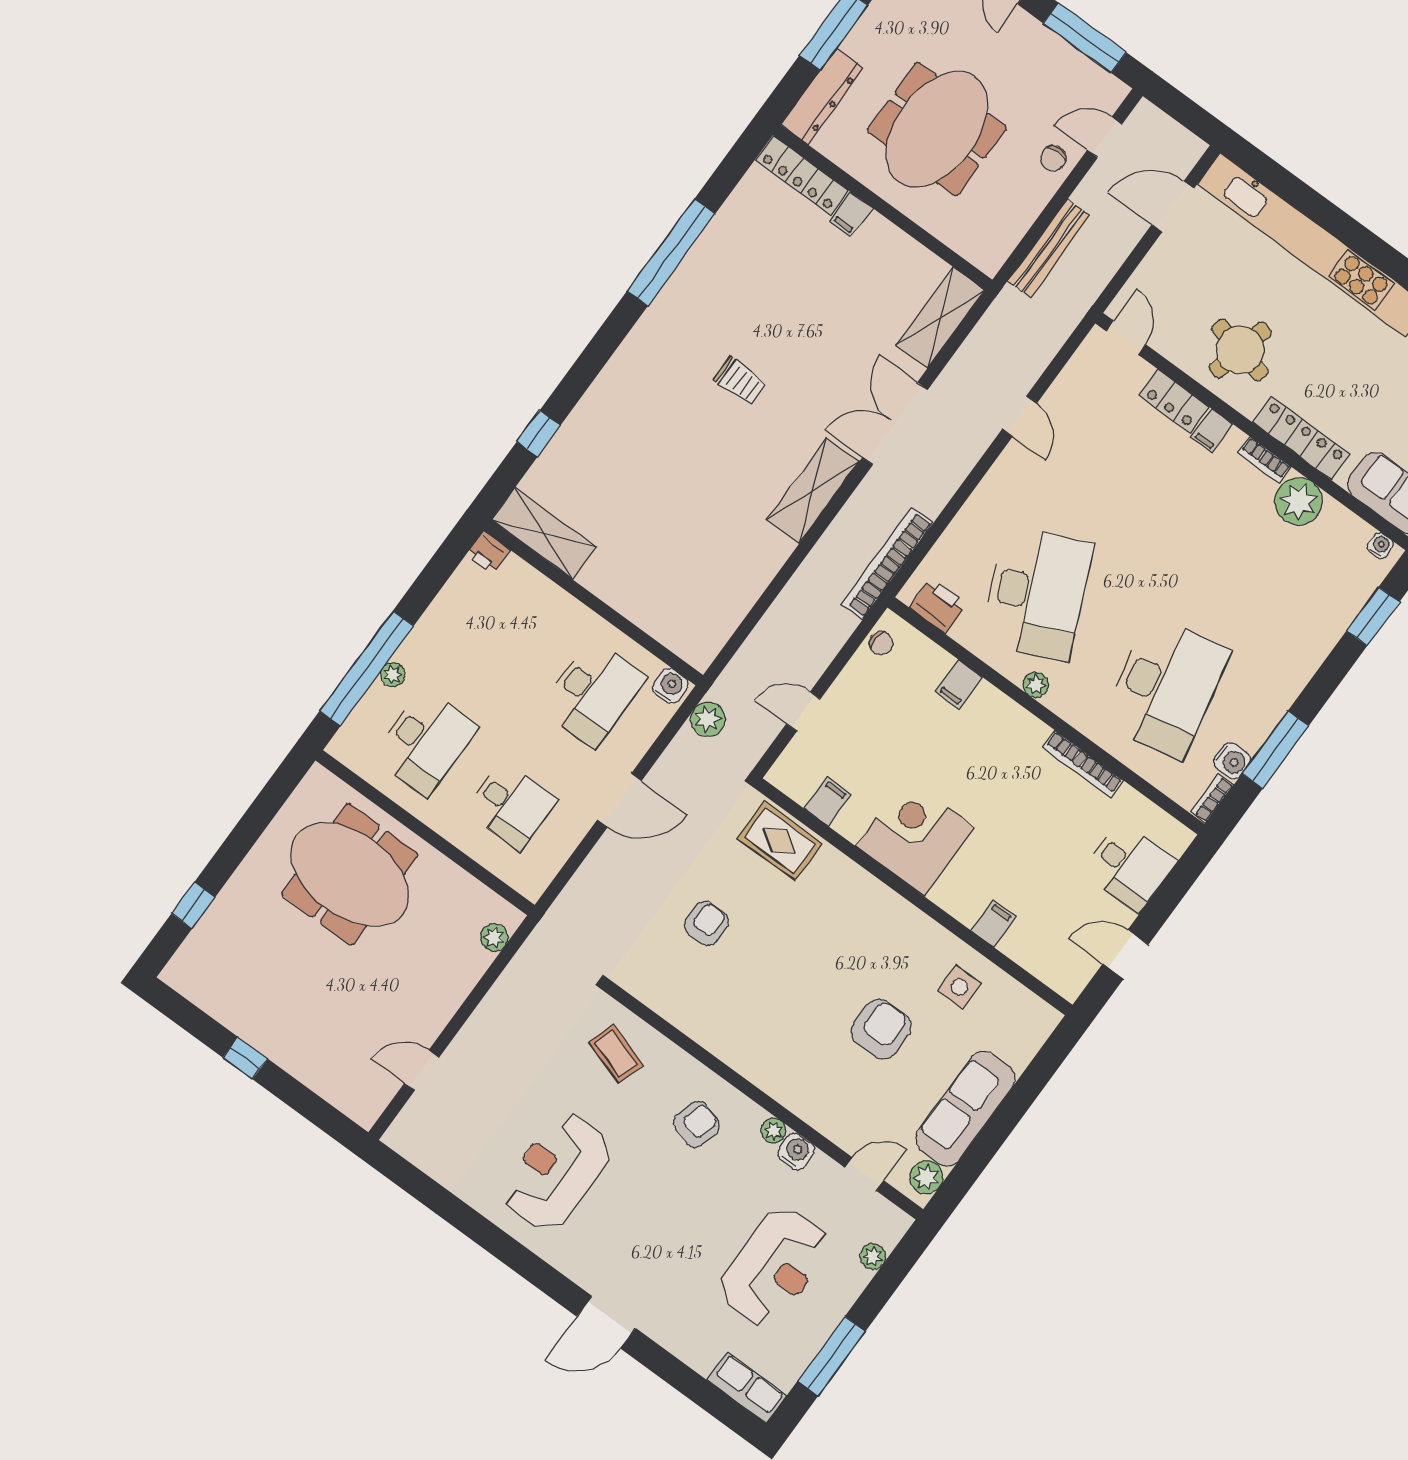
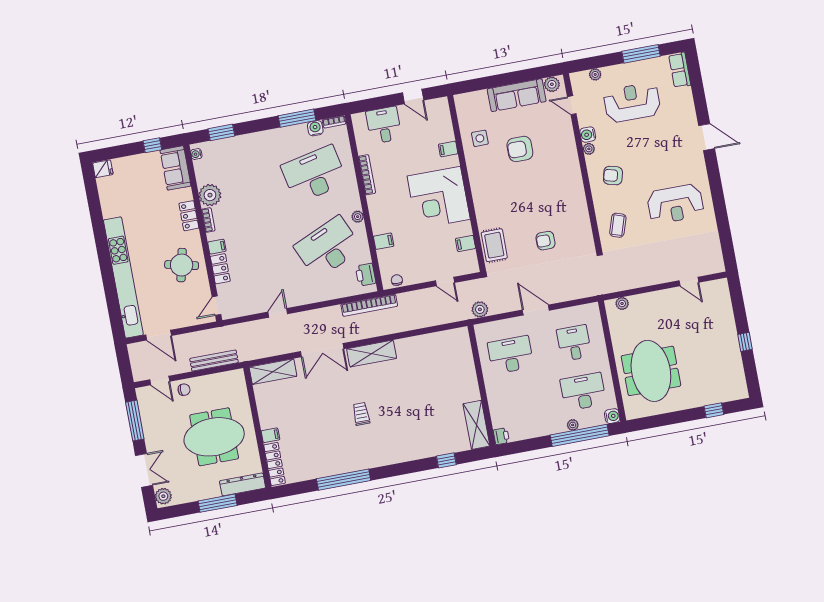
locker: (1301, 438) -> (189, 216), width x0.66
water cooler: (670, 686) -> (612, 416), moved, turned 180
corner desk: (915, 837) -> (439, 198), width x1.36, depth x1.36

